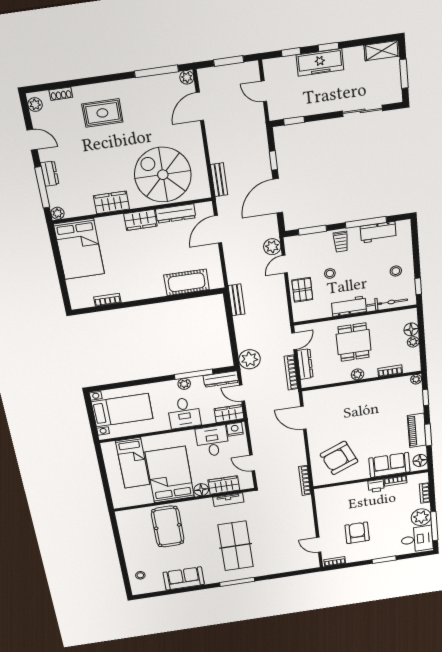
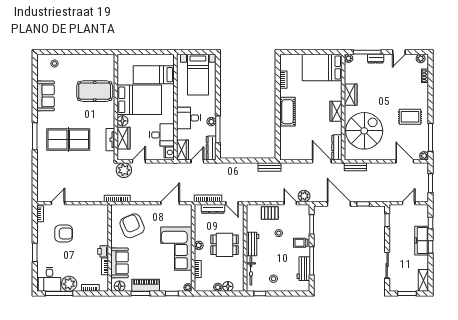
rug: (102, 113) -> (410, 117), moved, turned 90
dresser: (176, 213) -> (337, 147), moved
cot: (187, 282) -> (287, 112), moved
plant: (250, 359) -> (124, 170), moved
corner sofa: (364, 401) -> (176, 249), added

